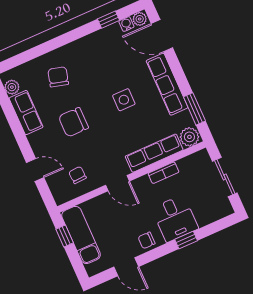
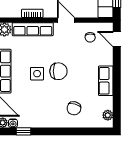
row of seats: (26, 113) -> (106, 81), moved
chair: (73, 122) -> (58, 71), moved
door: (35, 170) -> (117, 39), moved

